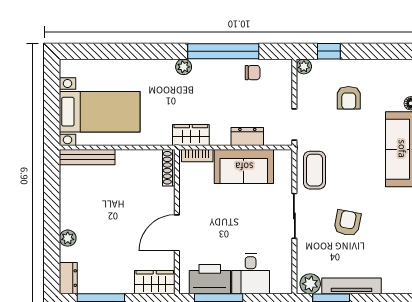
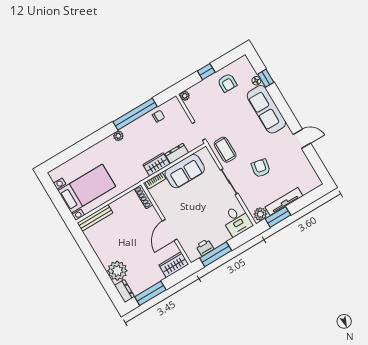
window: (329, 51) -> (206, 72), moved
armchair: (349, 98) -> (227, 83), moved
wardrobe: (191, 135) -> (156, 164), moved
plant: (68, 238) -> (117, 271), width x1.88, depth x1.88
desk: (251, 274) -> (237, 221), moved
printer: (210, 279) -> (205, 247), width x0.53, depth x0.68

